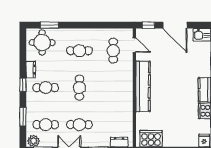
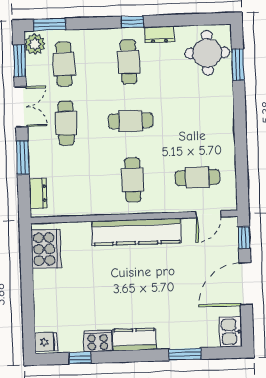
cafe table: (79, 51) -> (133, 180), moved
window: (23, 117) -> (50, 25), moved

